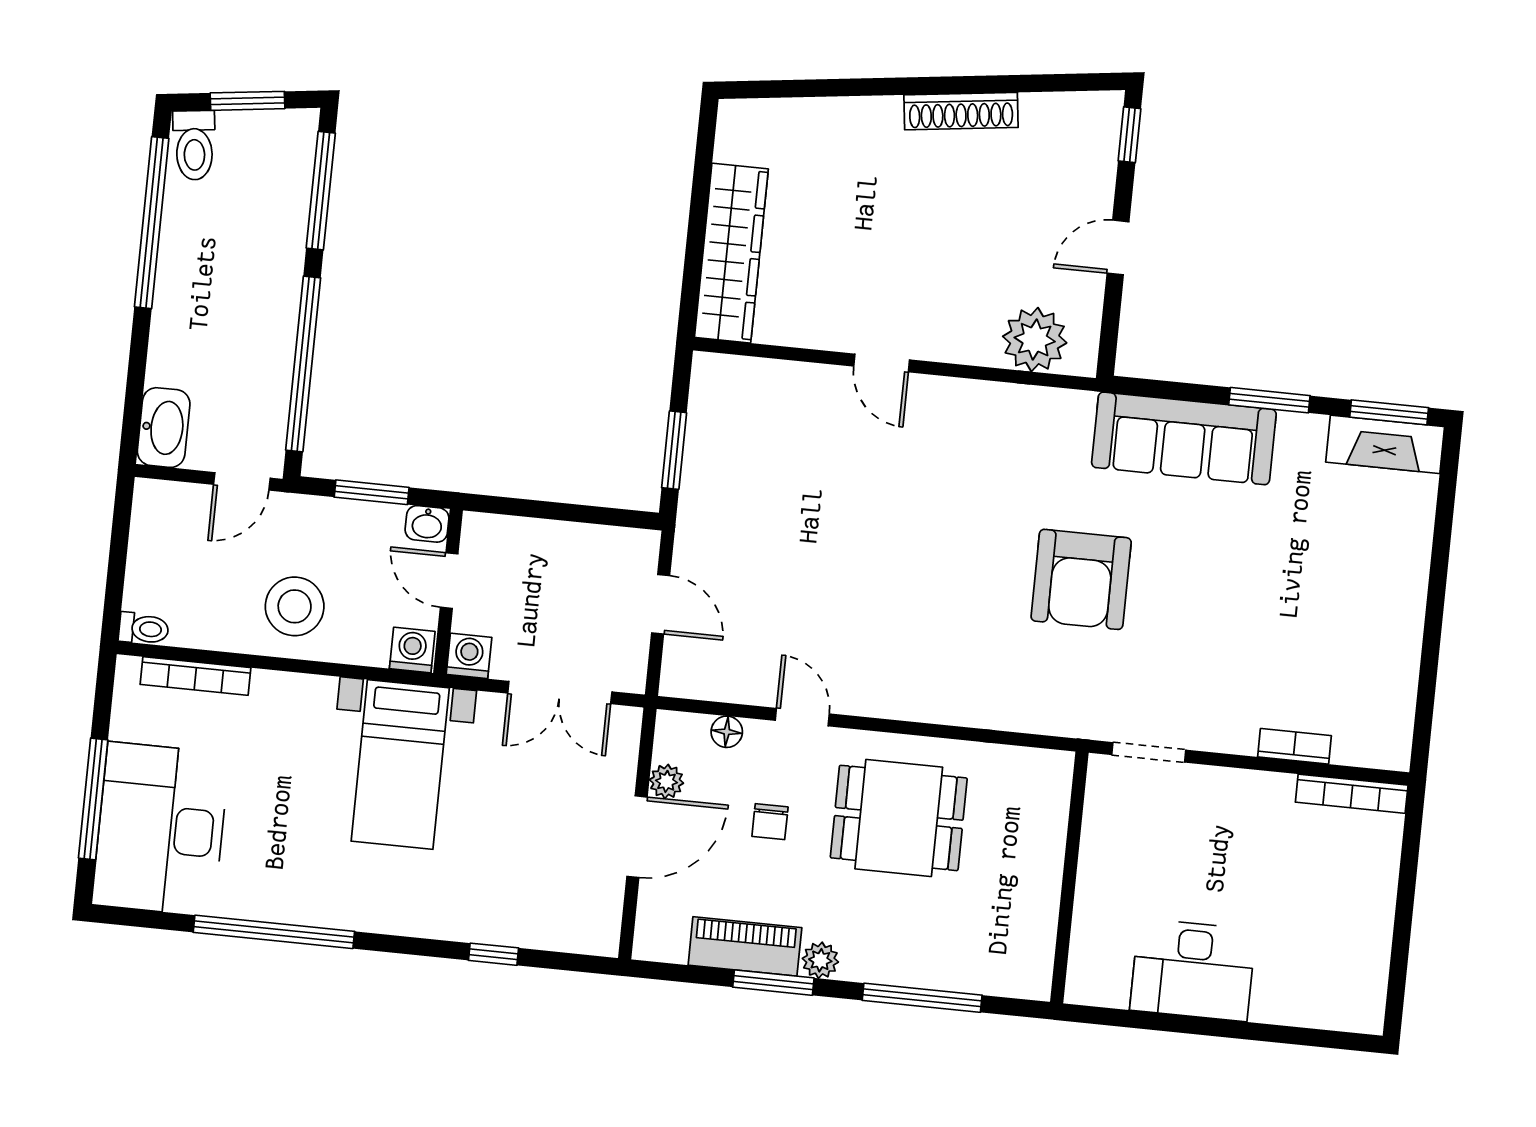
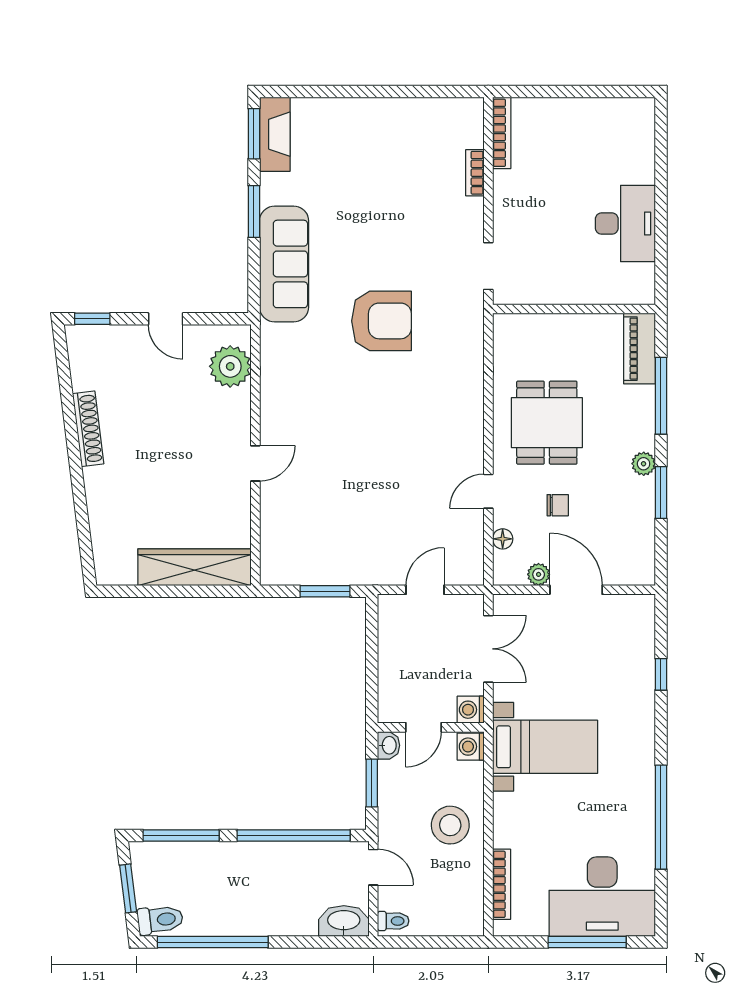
toilet: (144, 629) -> (393, 921), moved, turned 90
piano: (745, 946) -> (640, 349), moved

